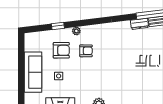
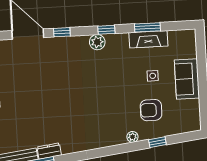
armchair: (86, 51) -> (118, 111), removed
sofa: (33, 72) -> (187, 79), width x0.73

